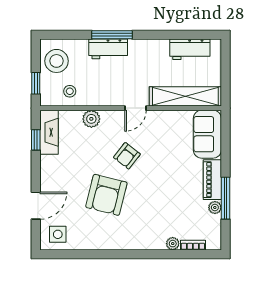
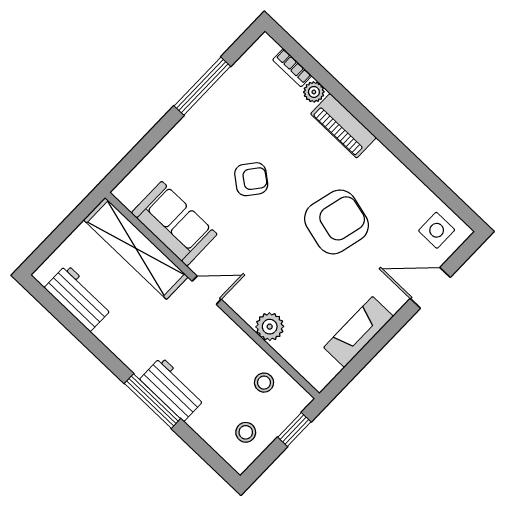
stool: (56, 61) -> (246, 432), width x0.53, depth x0.53
fireplace: (49, 132) -> (359, 332), moved
sofa: (207, 134) -> (174, 224), moved, turned -90
window: (36, 140) -> (357, 364), removed
armchair: (127, 156) -> (251, 179), moved
piano: (212, 180) -> (343, 126), moved, turned 90
plant: (215, 208) -> (225, 87), removed

